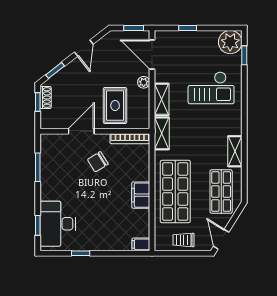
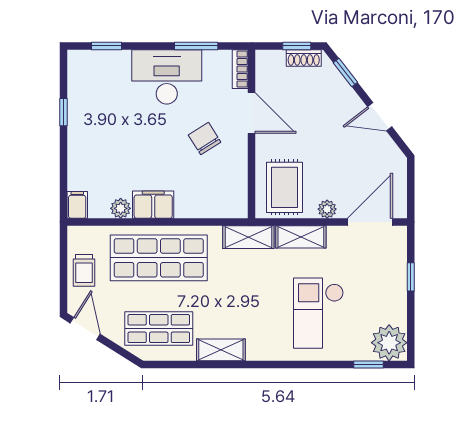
window: (134, 28) -> (411, 194), removed
rug: (115, 106) -> (284, 187), moved, turned 90
bookcase: (130, 139) -> (240, 69), moved, width x0.64
plant: (143, 216) -> (121, 208), added
desk: (58, 224) -> (167, 77), moved
door: (221, 239) -> (85, 329), hinge flipped
trolley: (183, 240) -> (84, 270), turned 180

